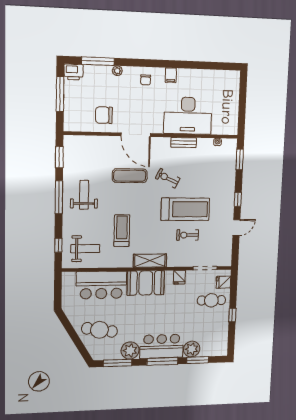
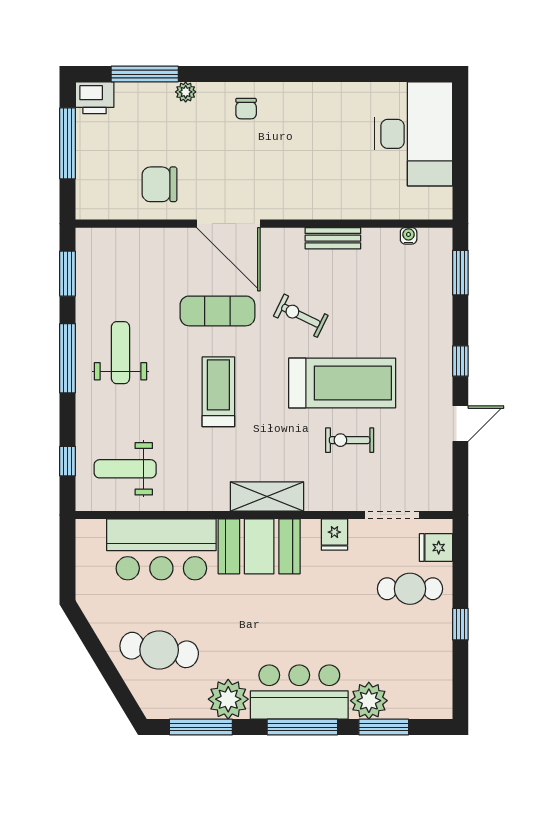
filing cabinet: (171, 75) -> (300, 97), removed
desk: (188, 116) -> (414, 134), moved, turned -90
treadmill: (122, 231) -> (218, 392), moved
weight bench: (85, 249) -> (125, 469), turned 180

